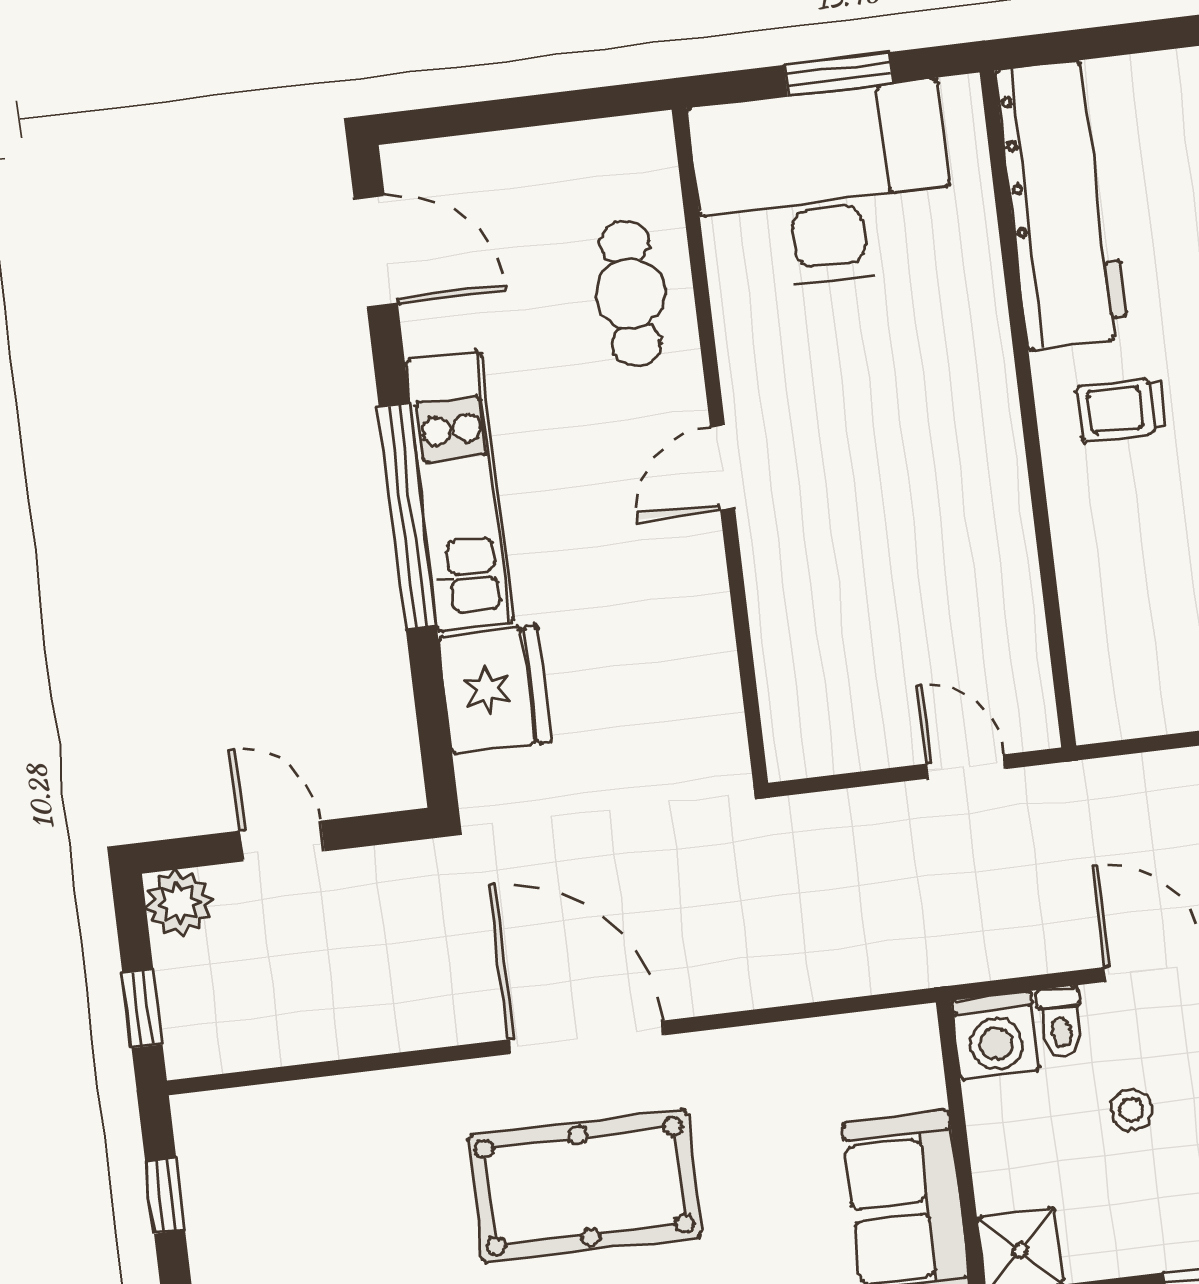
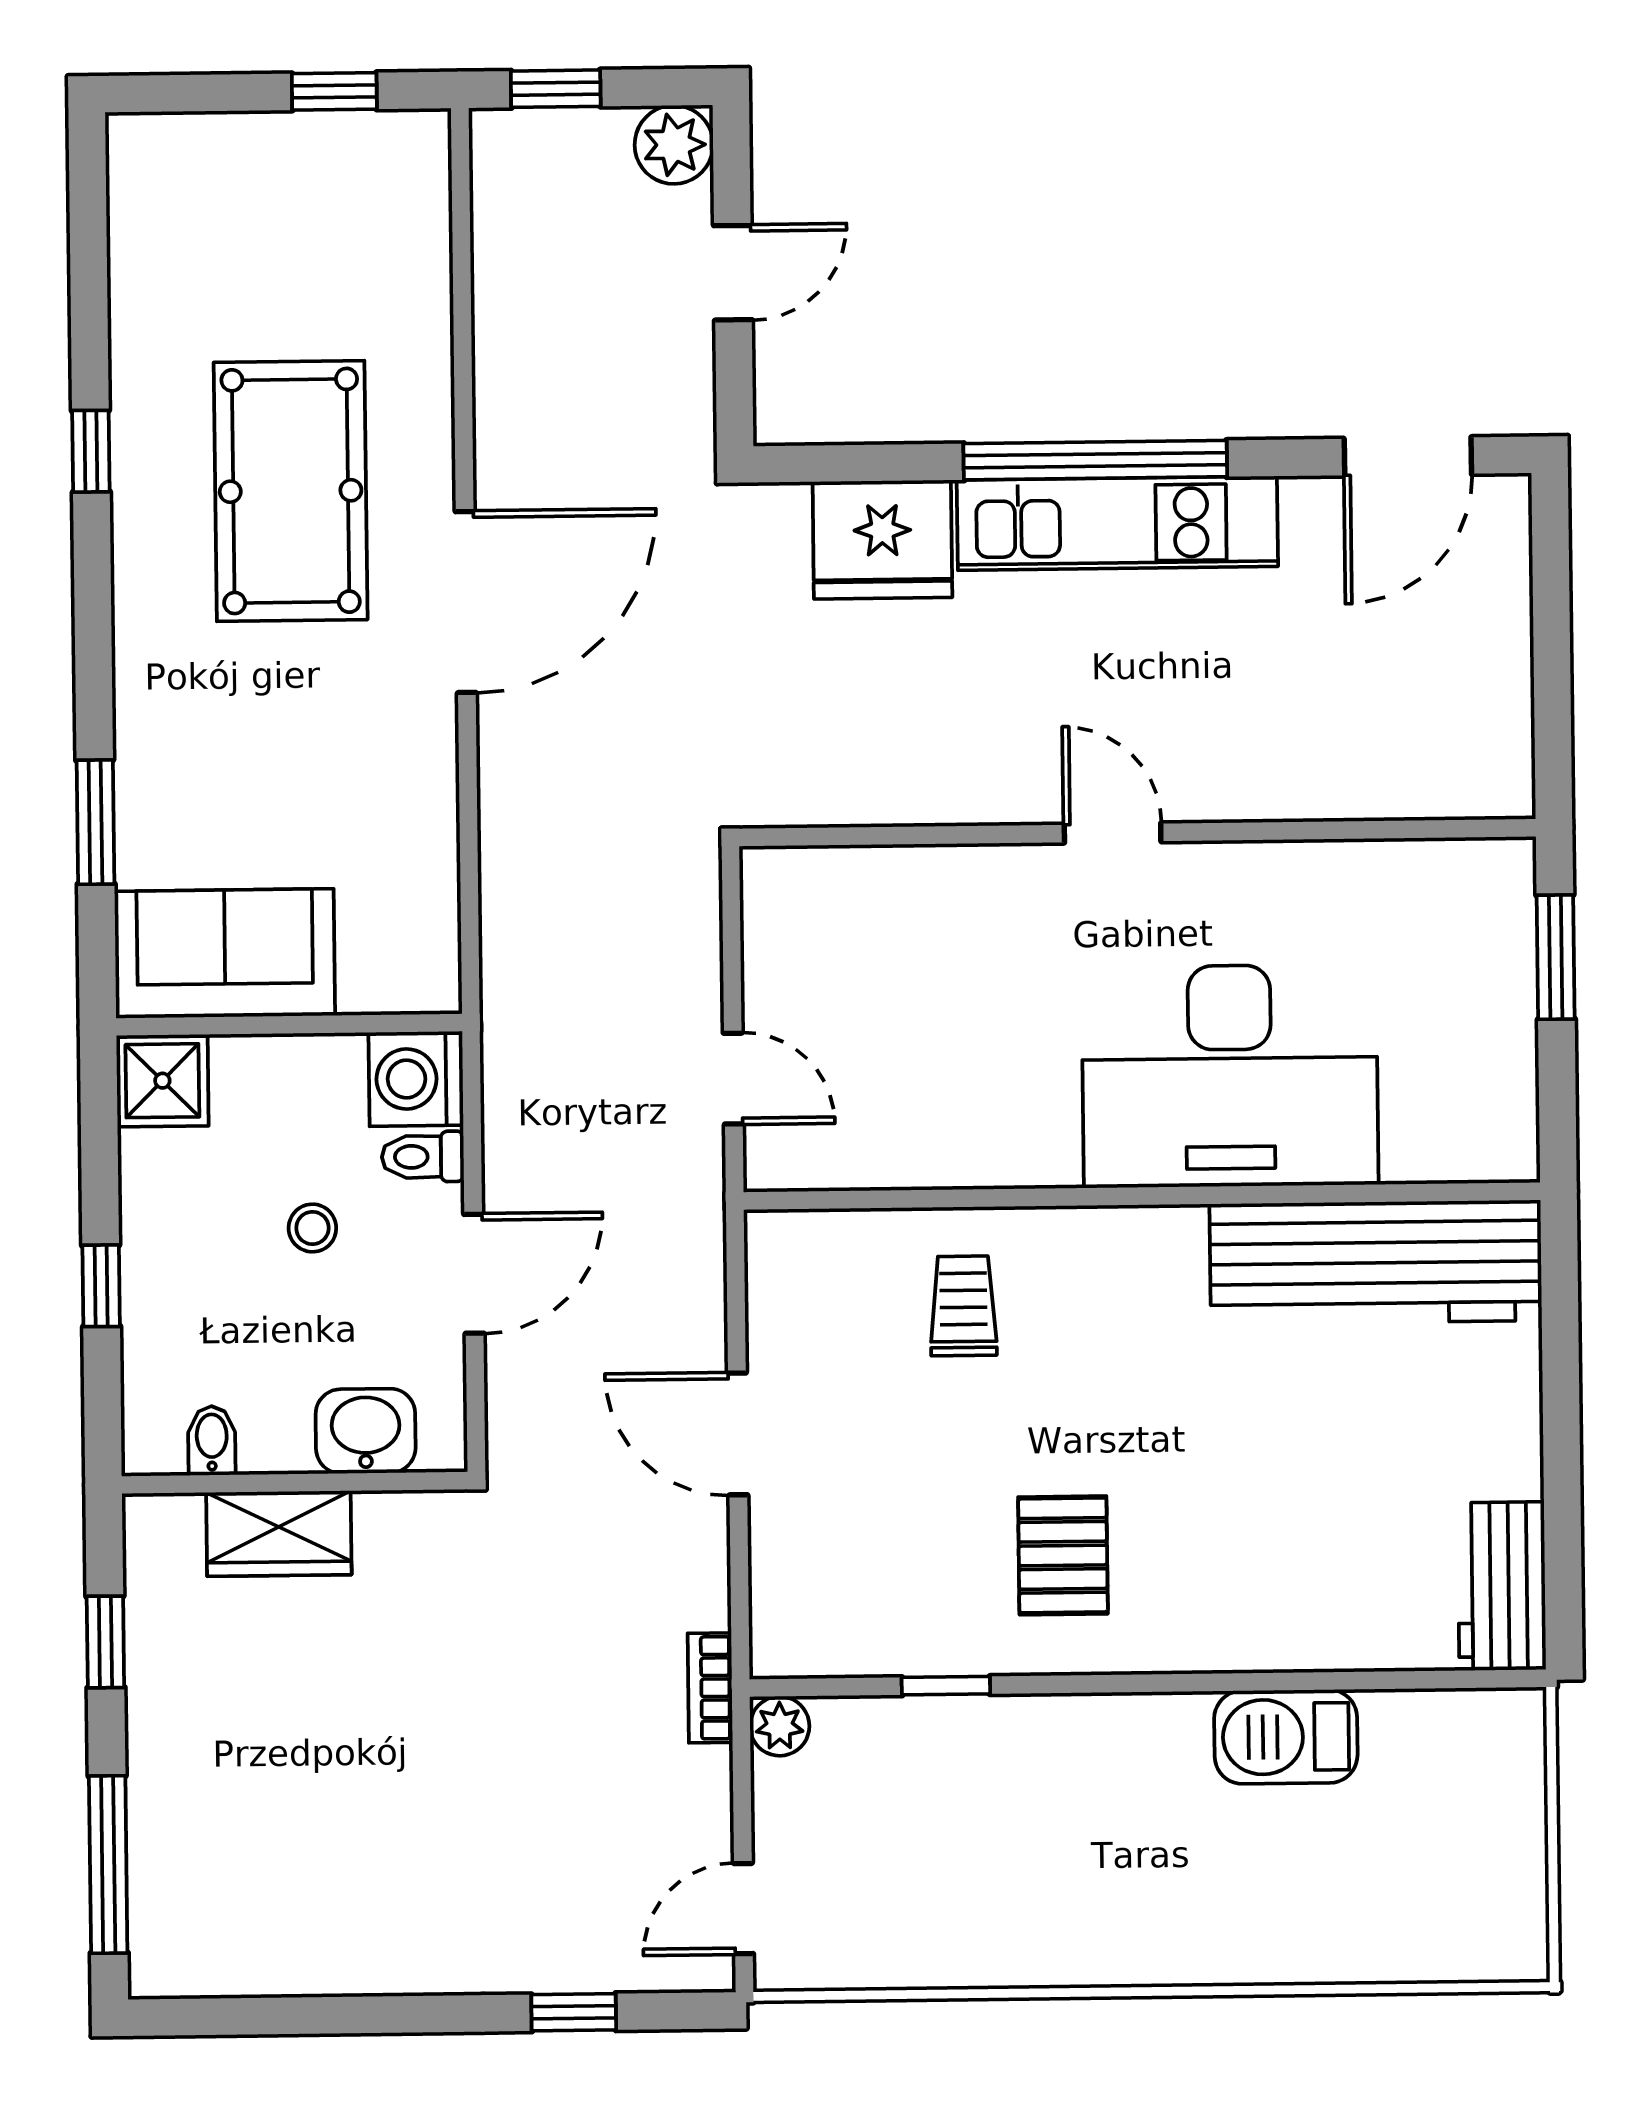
window: (839, 74) -> (1556, 957), moved
desk: (823, 186) -> (1230, 1076), moved, turned 90
cafe table: (630, 293) -> (1327, 748), removed
trolley: (1121, 409) -> (963, 1306), moved
door: (966, 766) -> (733, 1079), hinge flipped
pool table: (584, 1186) -> (291, 491), moved

